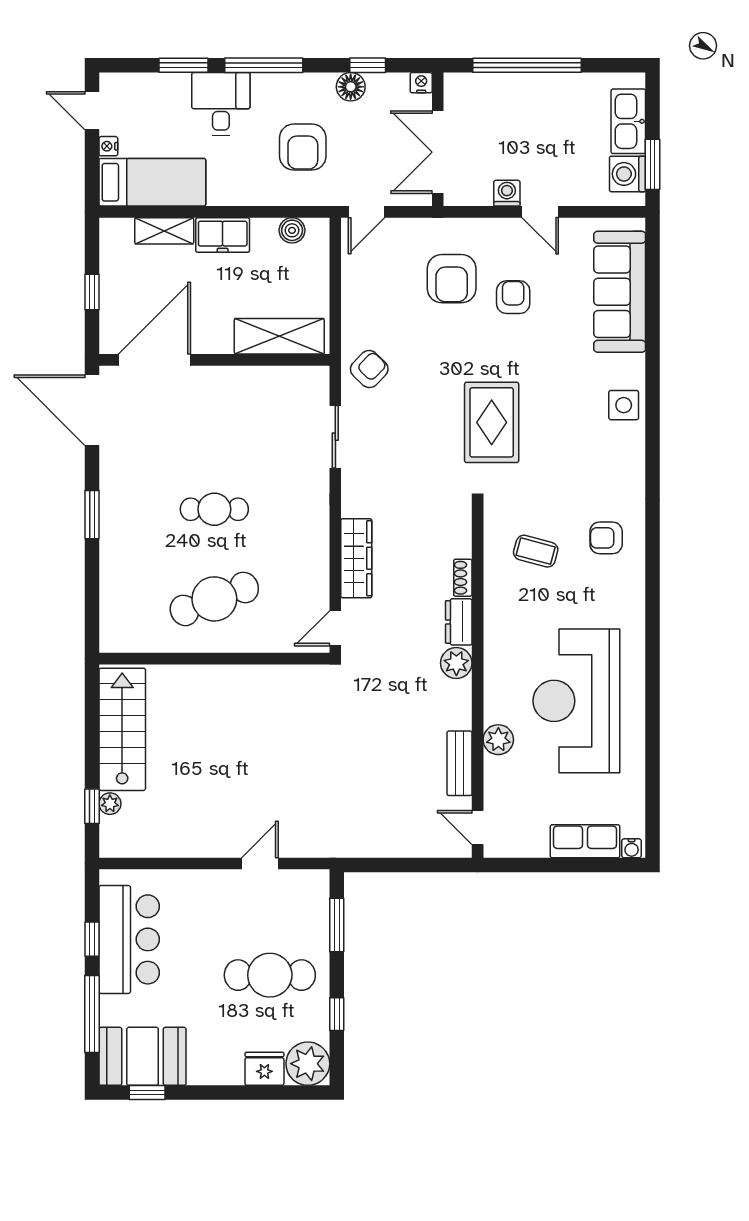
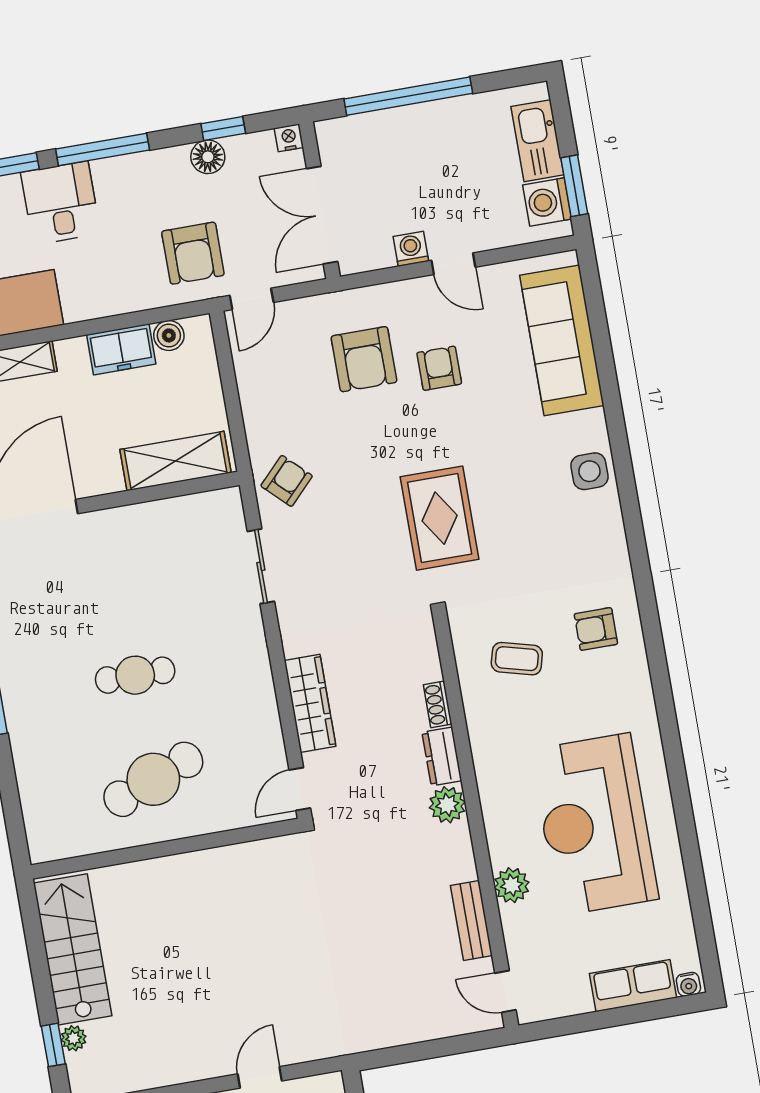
armchair: (303, 147) -> (193, 253), moved
freezer: (223, 235) -> (121, 349), moved

